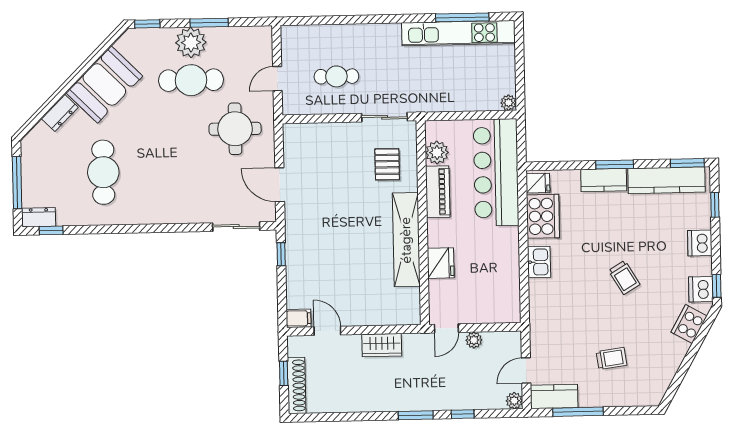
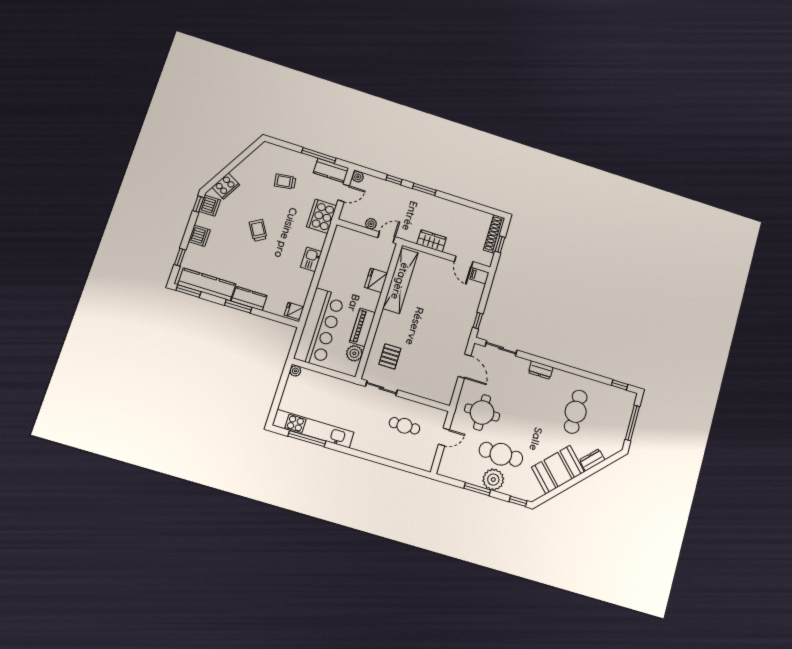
cooker: (543, 216) -> (322, 216), moved
dresser: (39, 217) -> (541, 370), moved
shelving: (406, 240) -> (400, 281), moved

